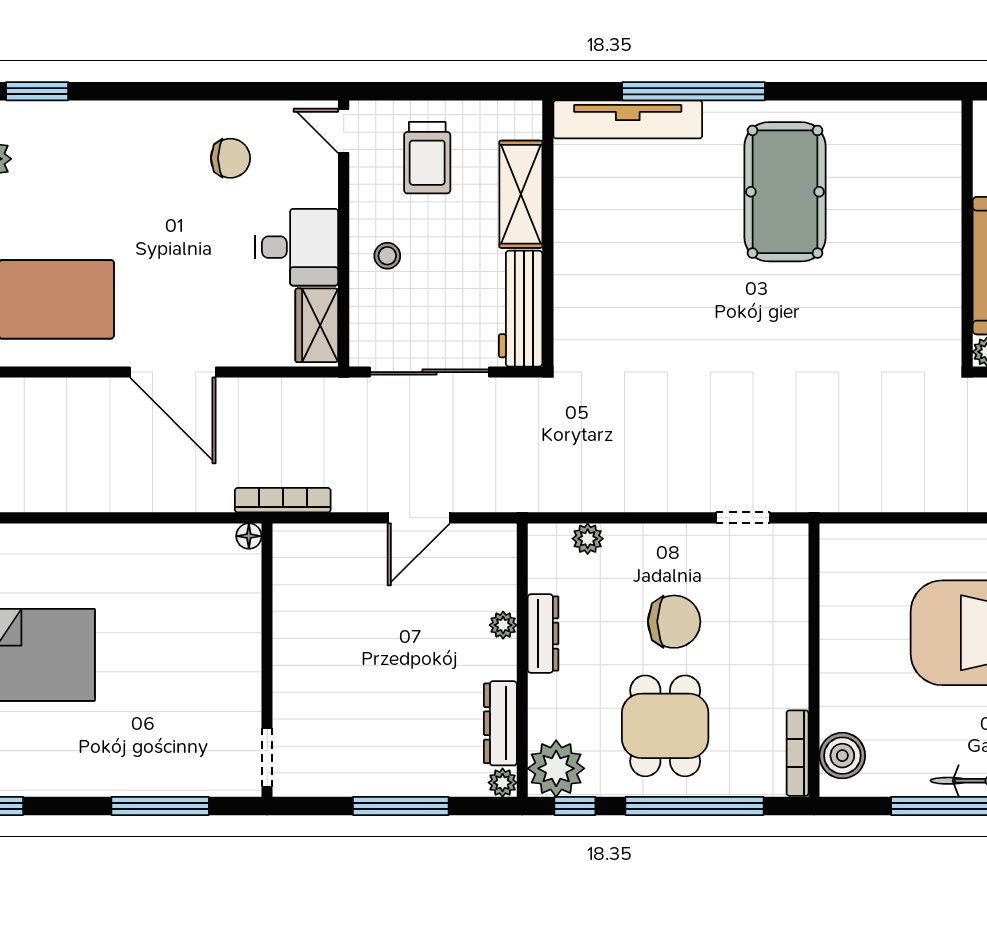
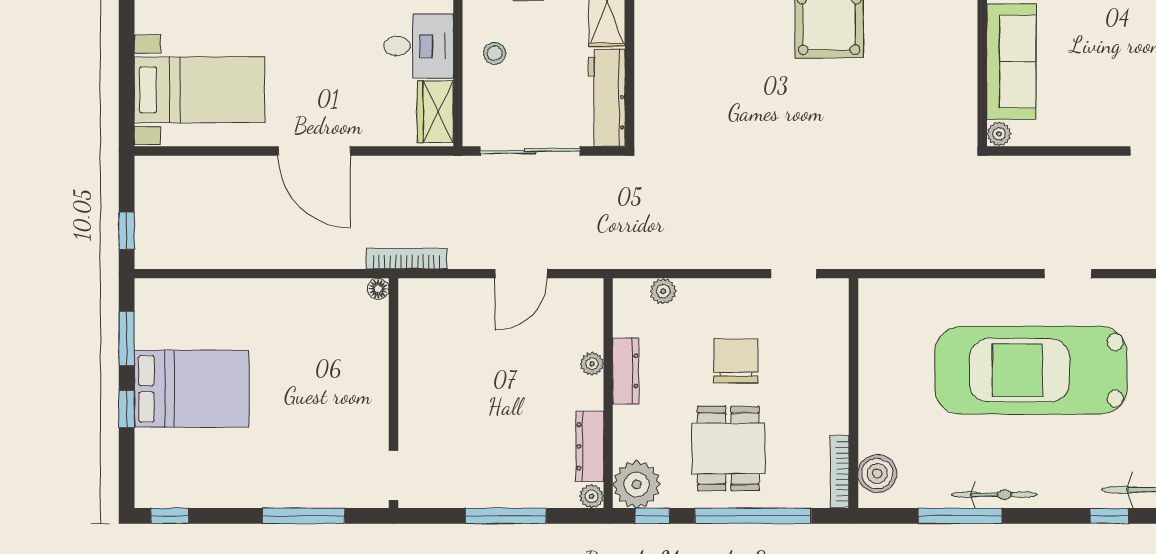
chair: (674, 622) -> (736, 361), turned -90

